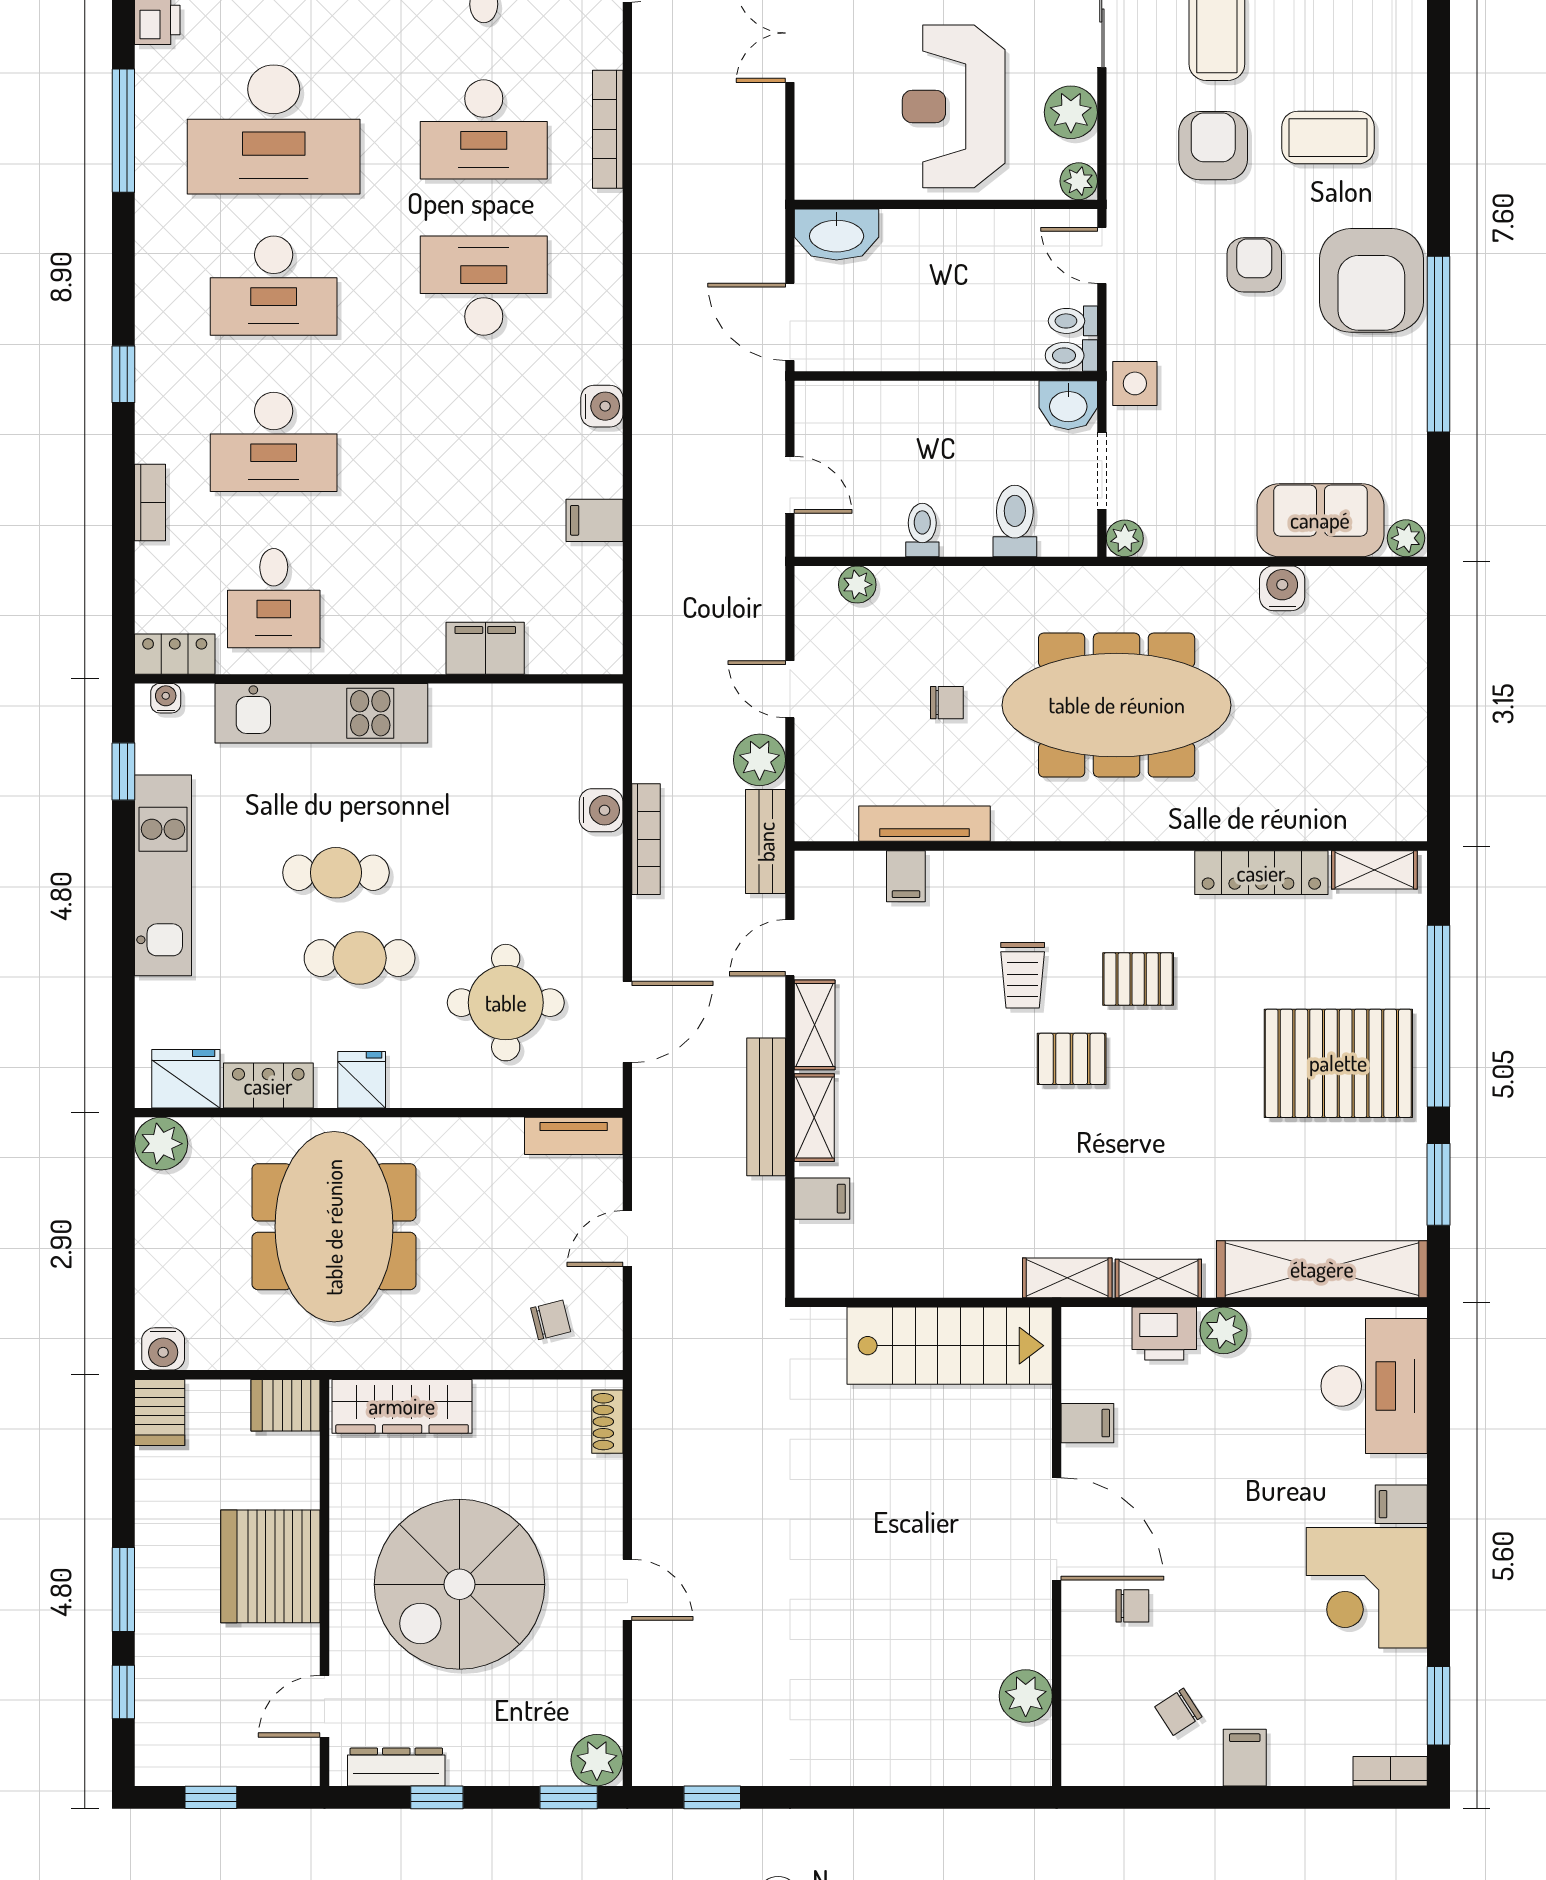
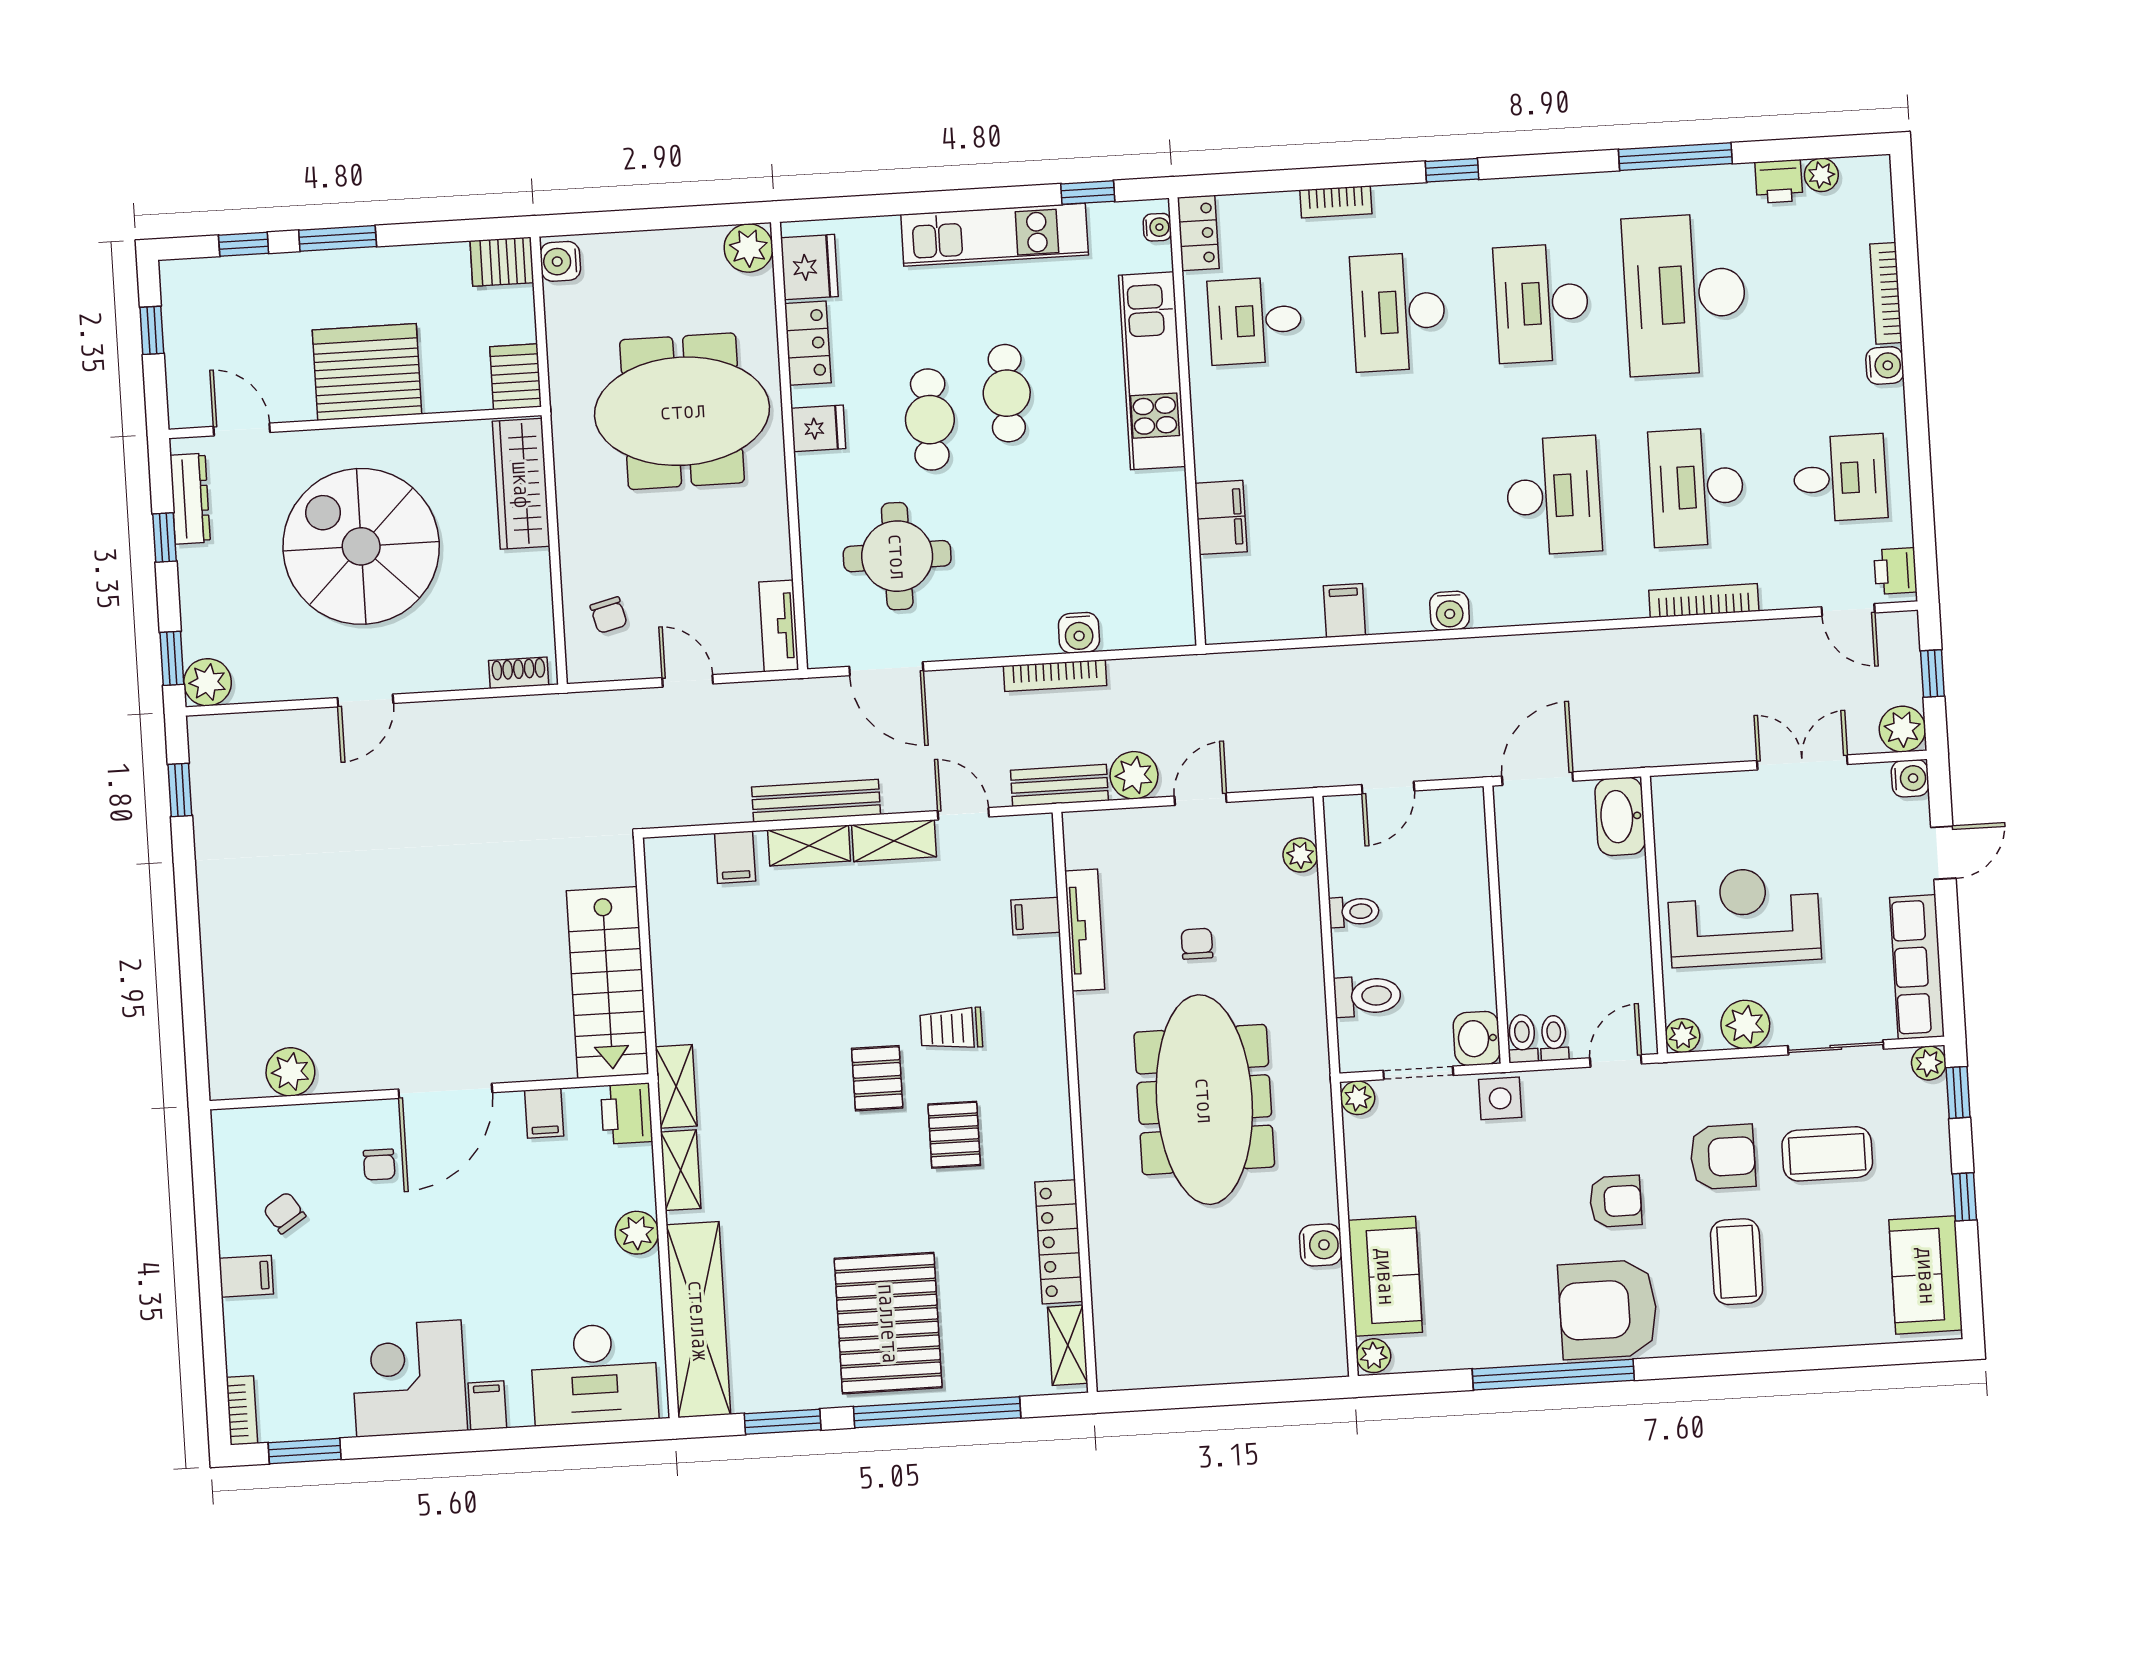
chair: (947, 703) -> (1197, 944), turned 180
printer: (1164, 1334) -> (627, 1114), moved

